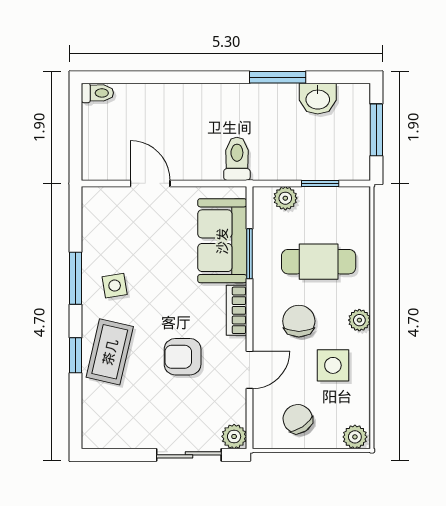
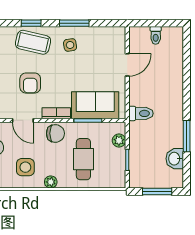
toilet: (97, 93) -> (156, 35), moved
chair: (299, 321) -> (55, 133), moved
armchair: (183, 357) -> (30, 83), turned 180

